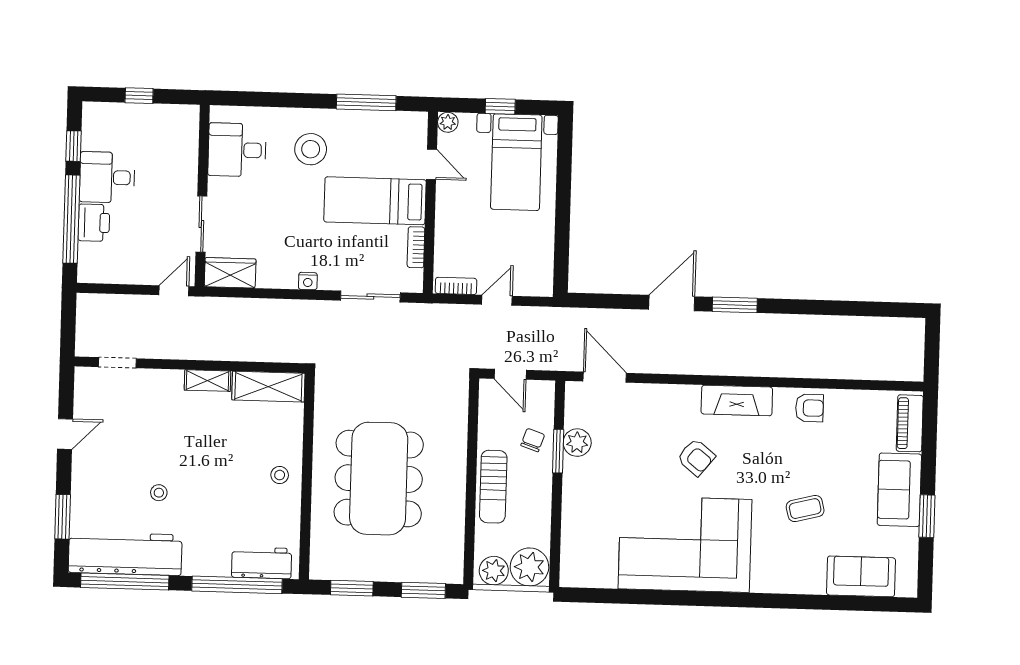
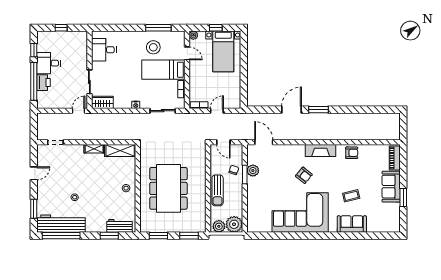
stool: (311, 149) -> (153, 47), moved
sofa: (861, 576) -> (352, 224), moved
window: (237, 585) -> (109, 236), width x0.47

